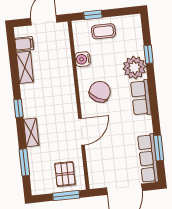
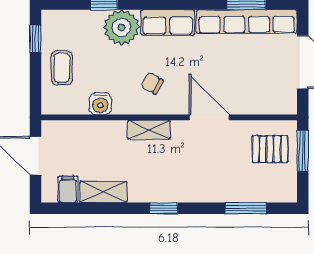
window: (93, 15) -> (35, 39), moved
chair: (100, 92) -> (152, 83), width x0.54, depth x0.54
shelving: (31, 132) -> (149, 130), moved
row of seats: (148, 158) -> (247, 22), width x1.36

